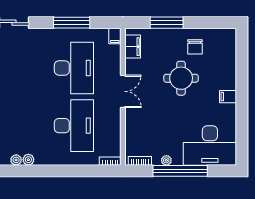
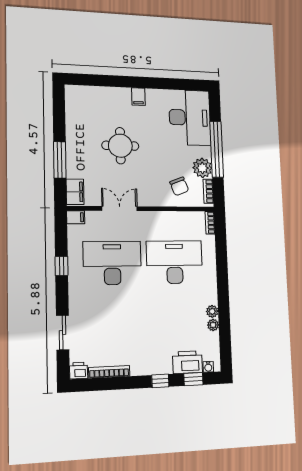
window: (72, 23) -> (61, 266), width x0.46
filing cabinet: (133, 47) -> (75, 192), moved, turned 90
chair: (195, 47) -> (179, 186), moved, turned 69
double door: (123, 91) -> (120, 209), moved
plant: (166, 160) -> (202, 168), width x1.88, depth x1.88

